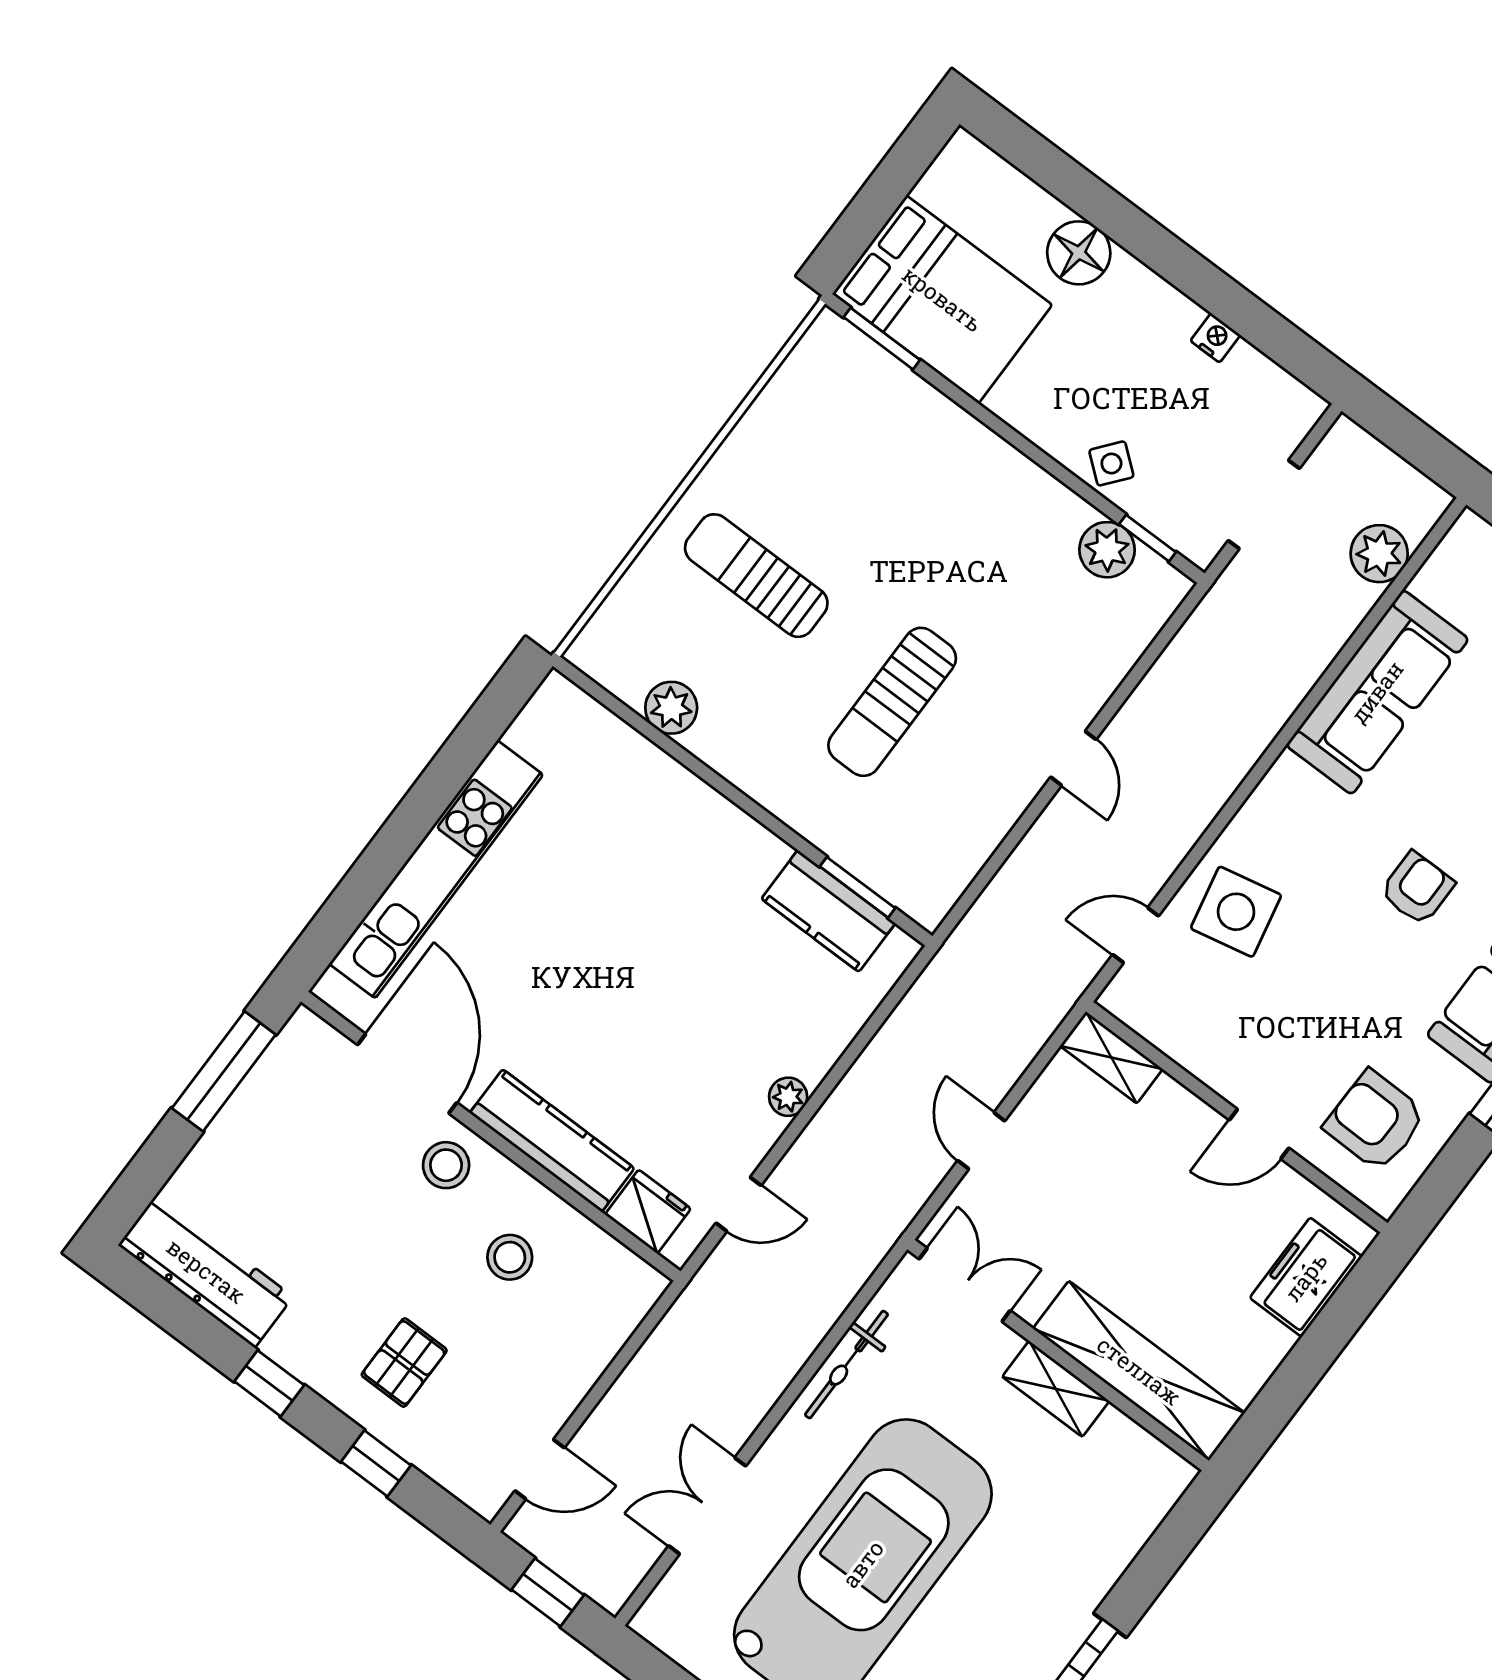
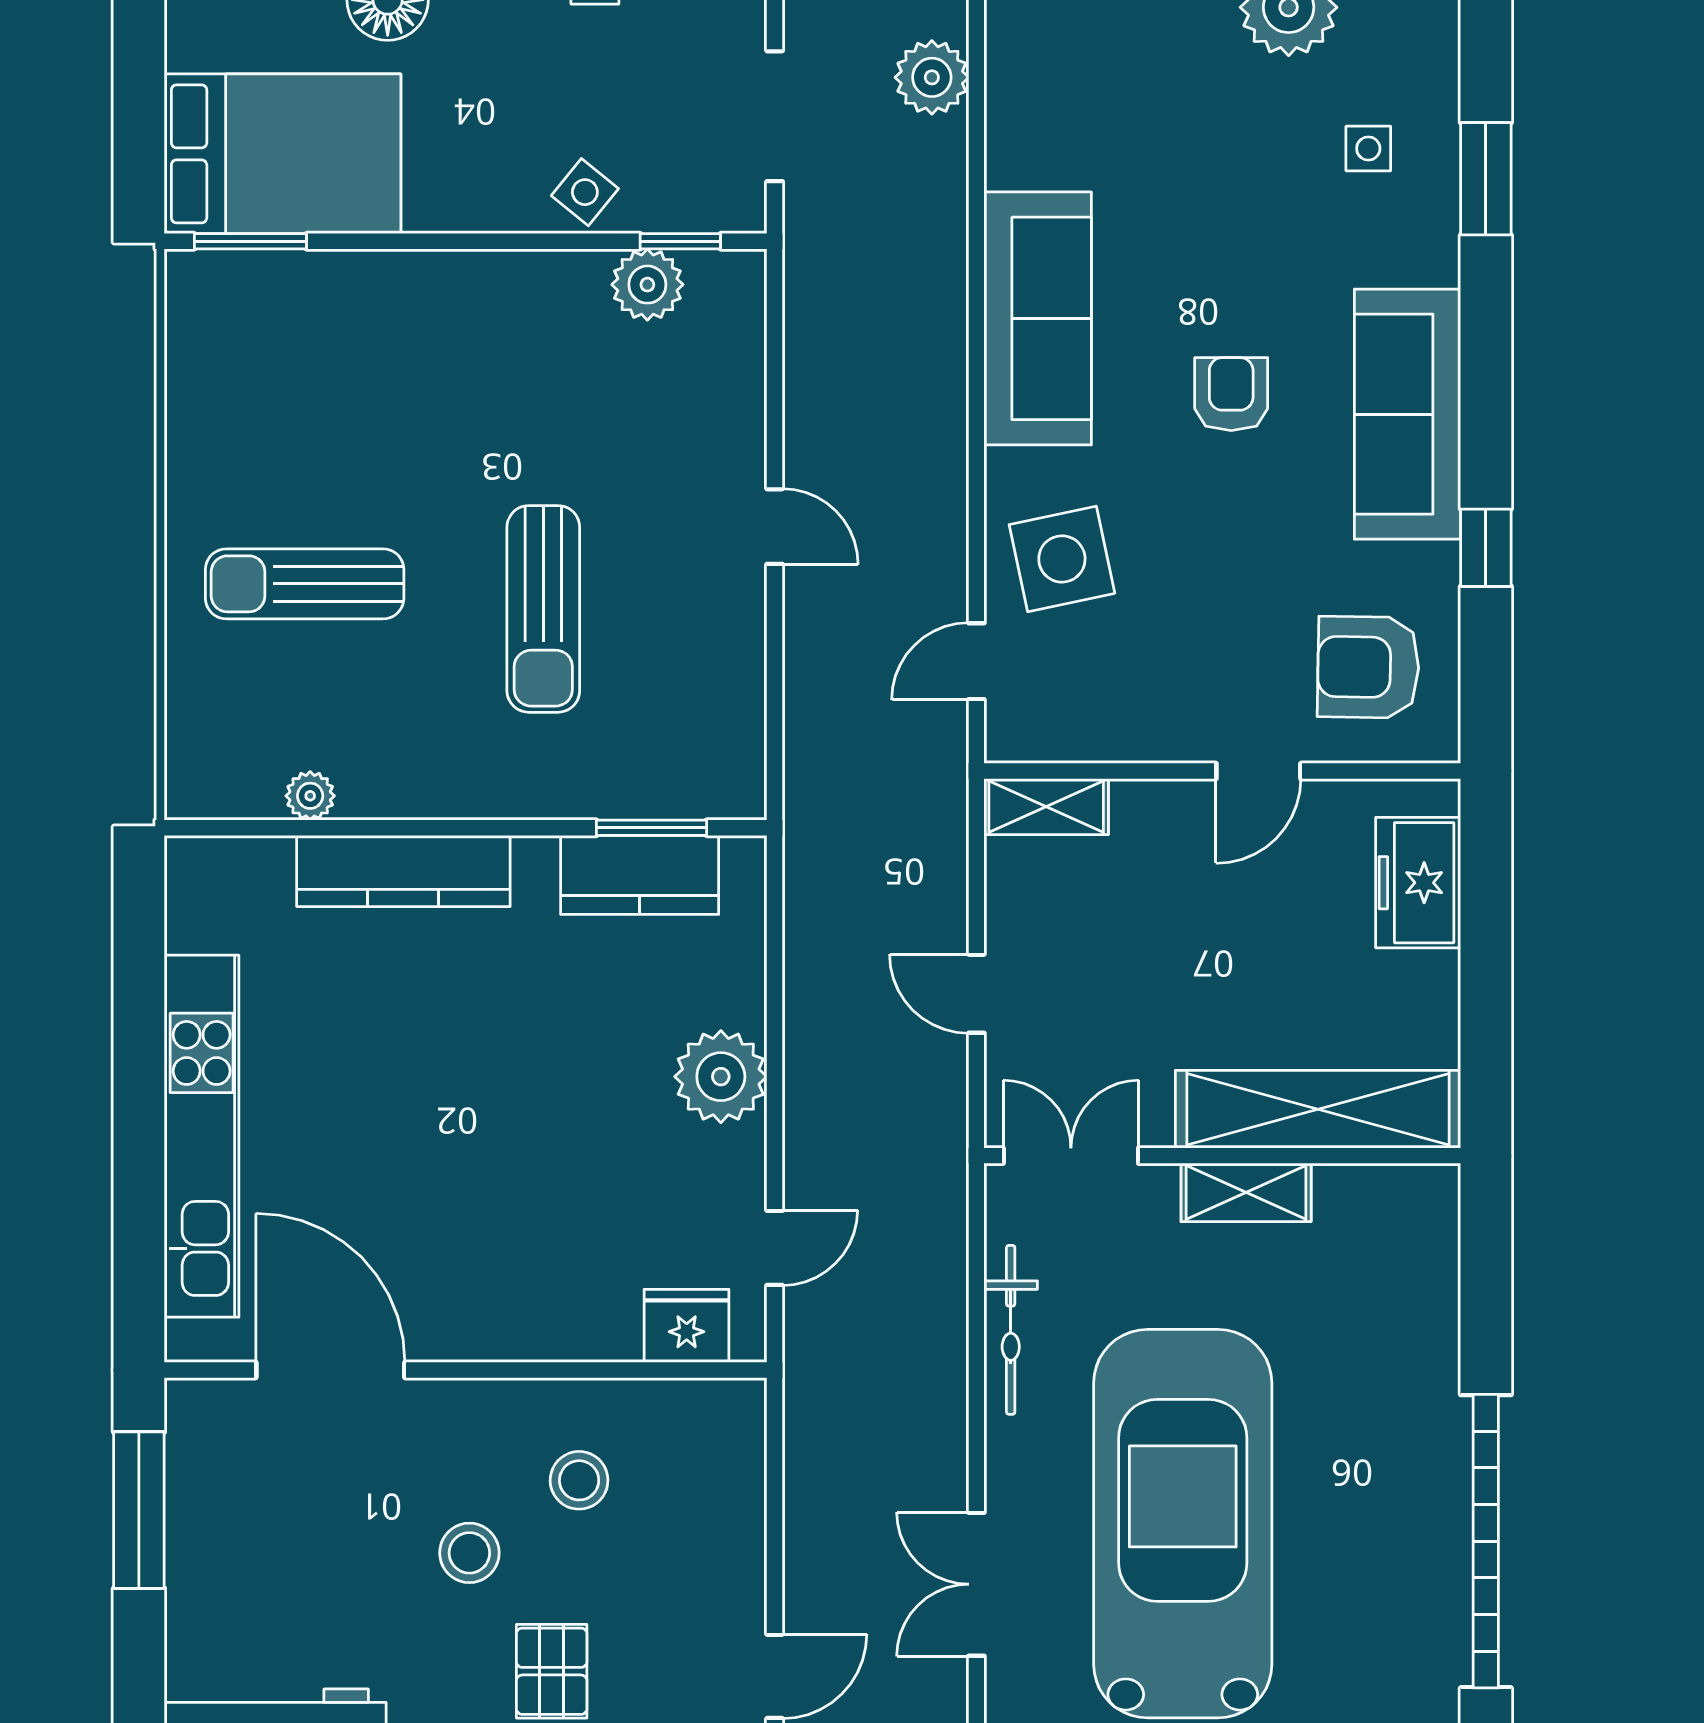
sofa: (1377, 692) -> (1038, 318), moved
plant: (671, 708) -> (310, 796), width x0.73, depth x0.73
plant: (788, 1097) -> (721, 1077), width x1.88, depth x1.88
kitchen counter: (552, 1141) -> (403, 871), moved, turned 180
stool: (446, 1165) -> (469, 1553), moved

